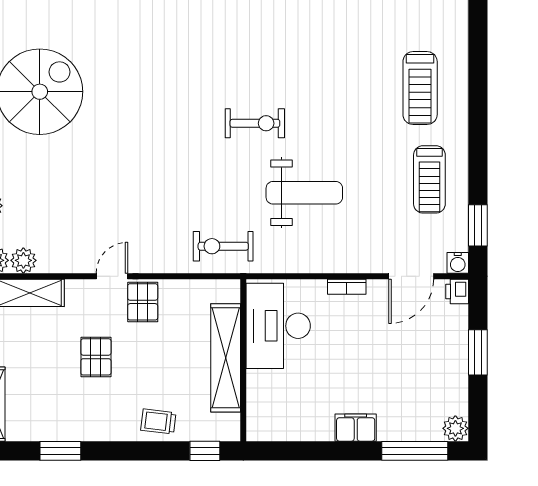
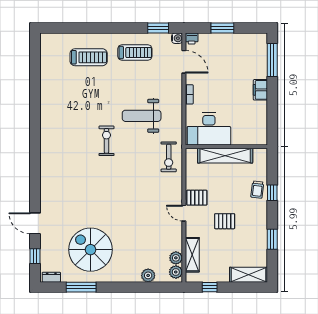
weight bench: (304, 193) -> (142, 116), turned -90
plant: (455, 428) -> (261, 39), removed
window: (205, 451) -> (272, 193), moved

